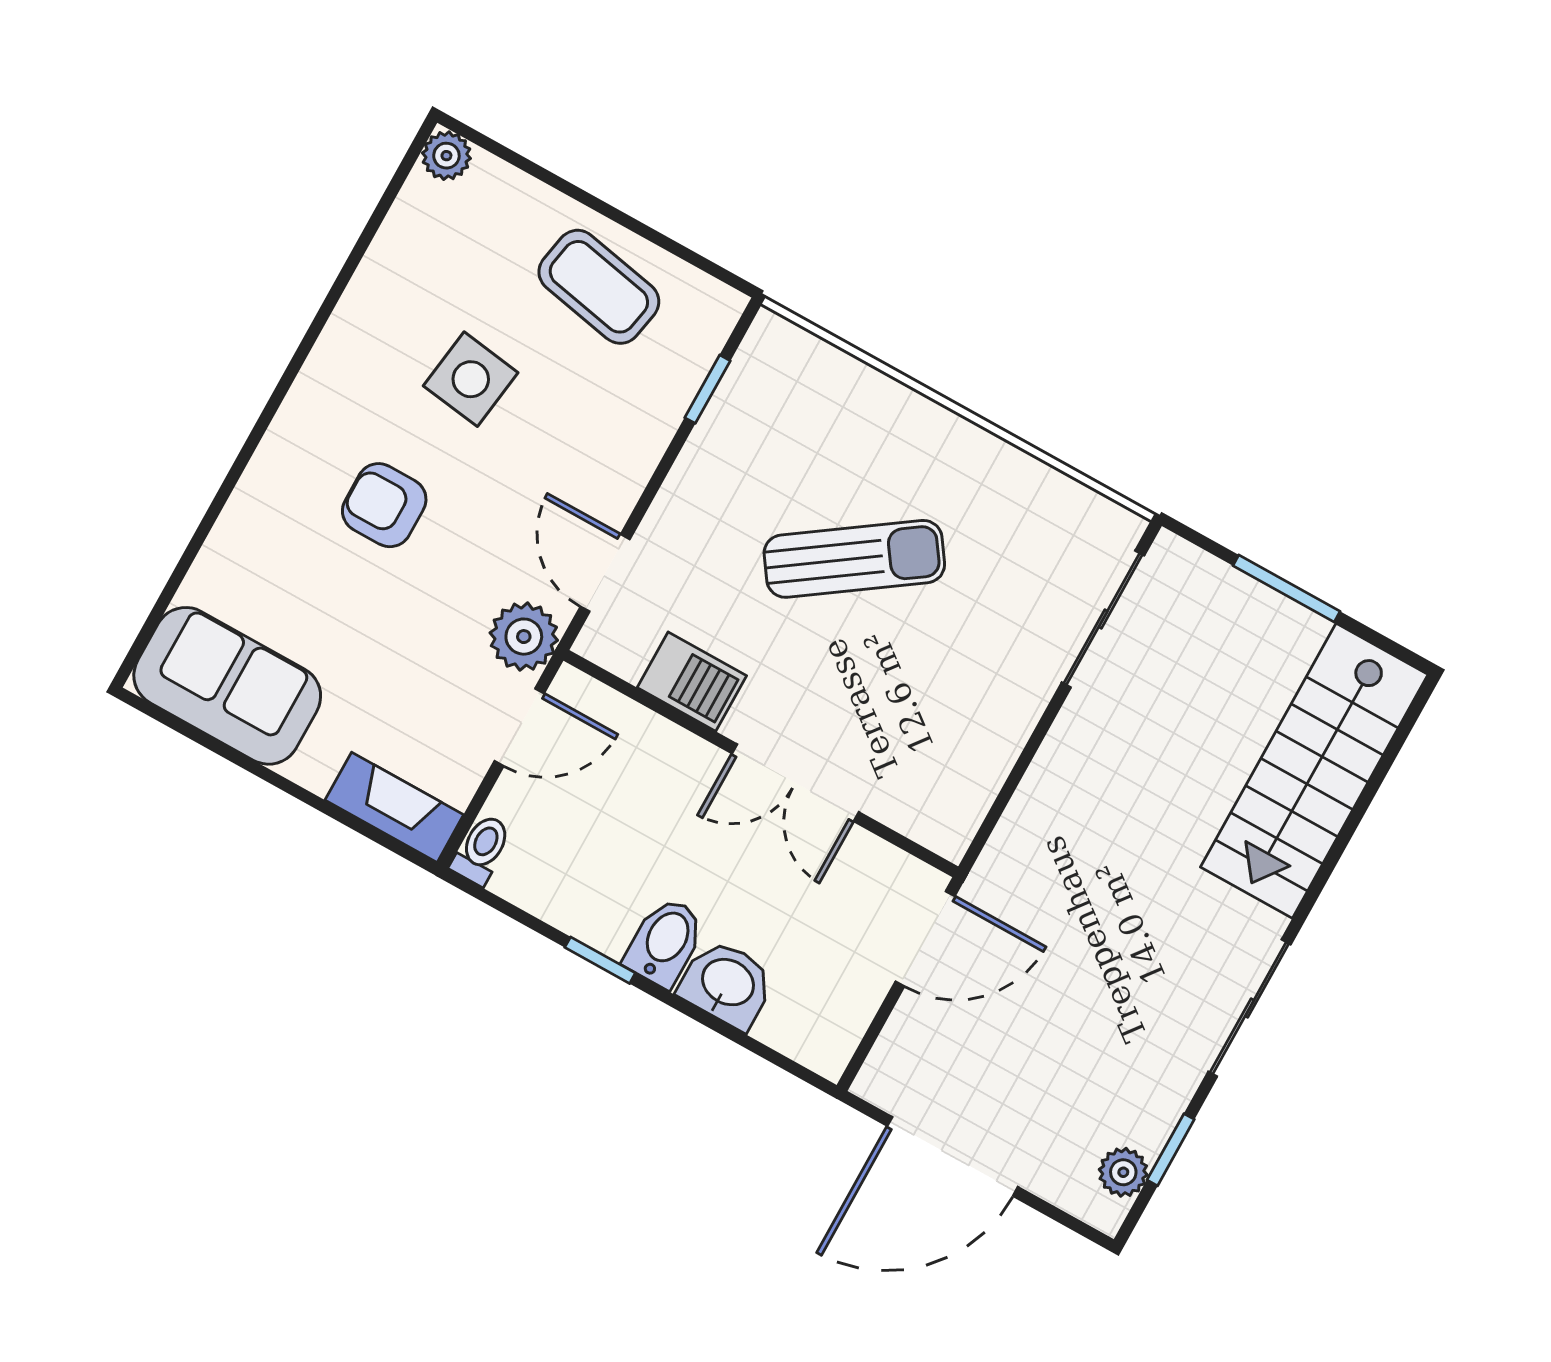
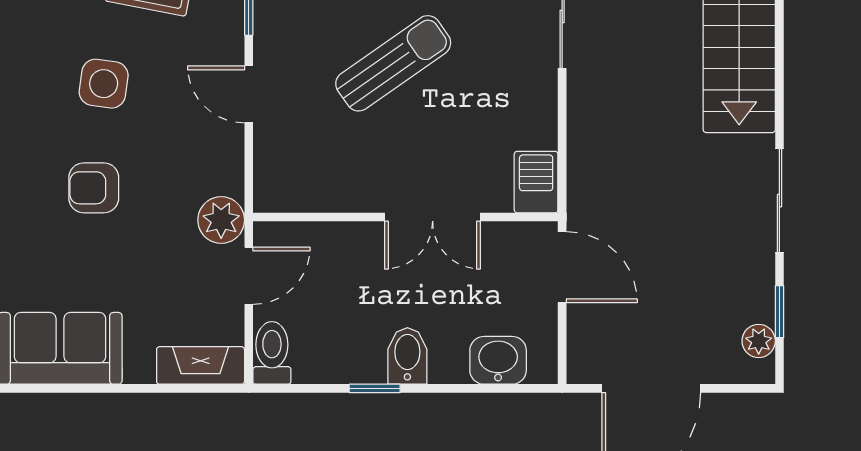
door: (605, 573) -> (249, 94), moved
barbecue: (692, 682) -> (536, 182), moved, turned -90
toilet: (481, 849) -> (272, 353), width x1.37, depth x1.39
door: (925, 939) -> (562, 267), hinge flipped
washbasin: (727, 984) -> (498, 360), moved

